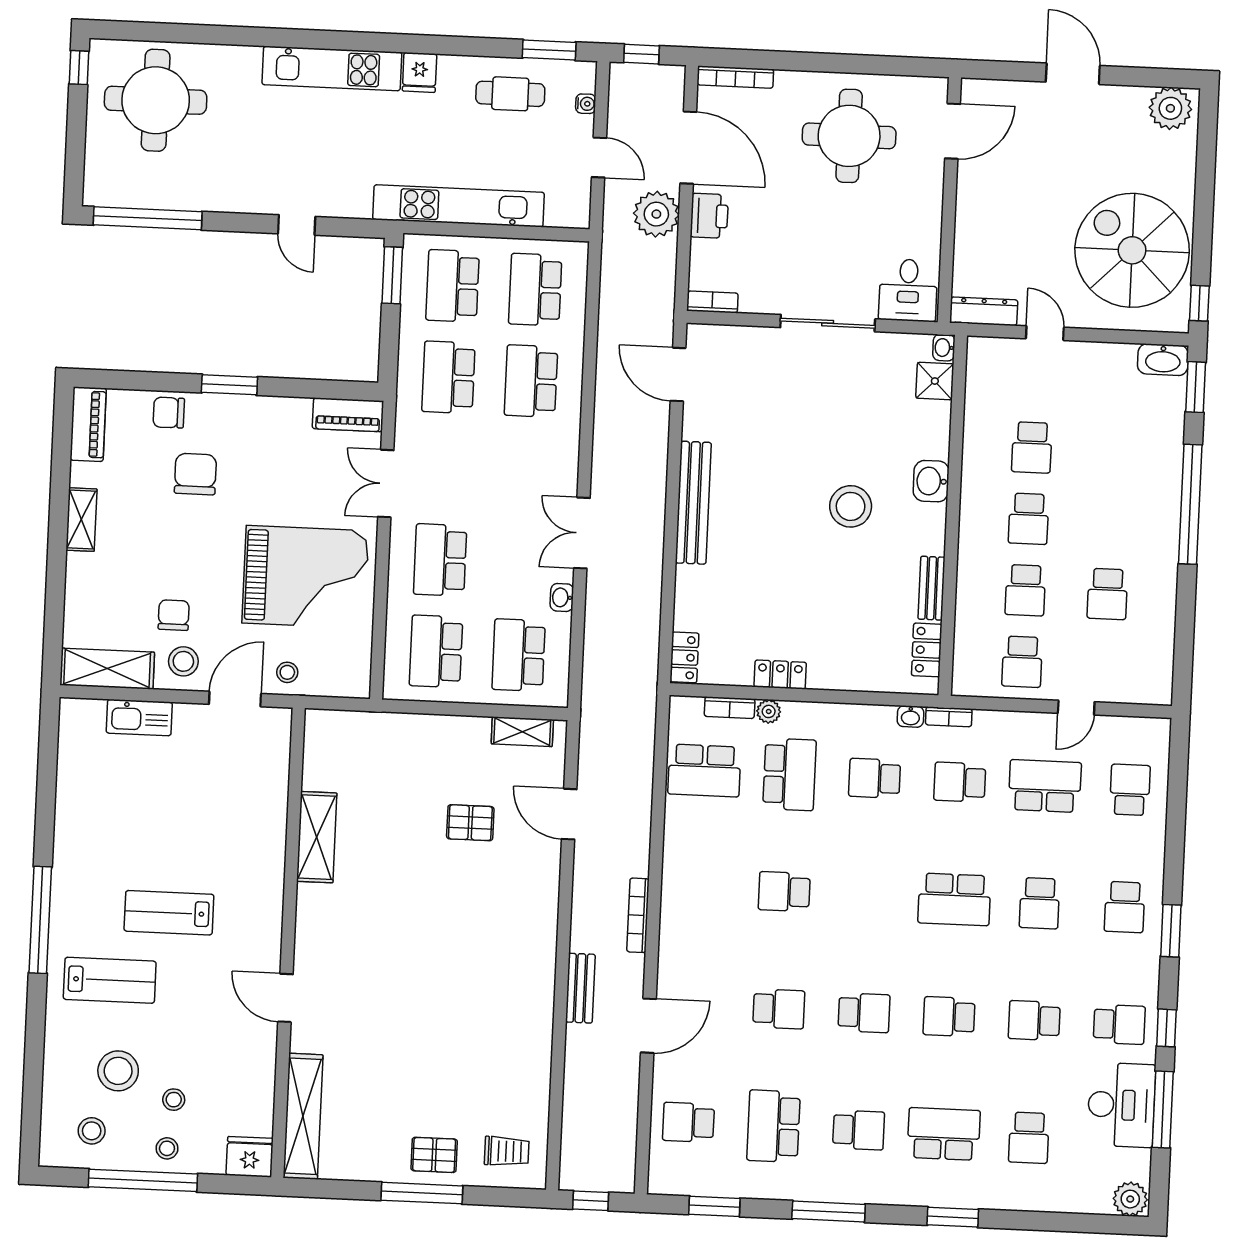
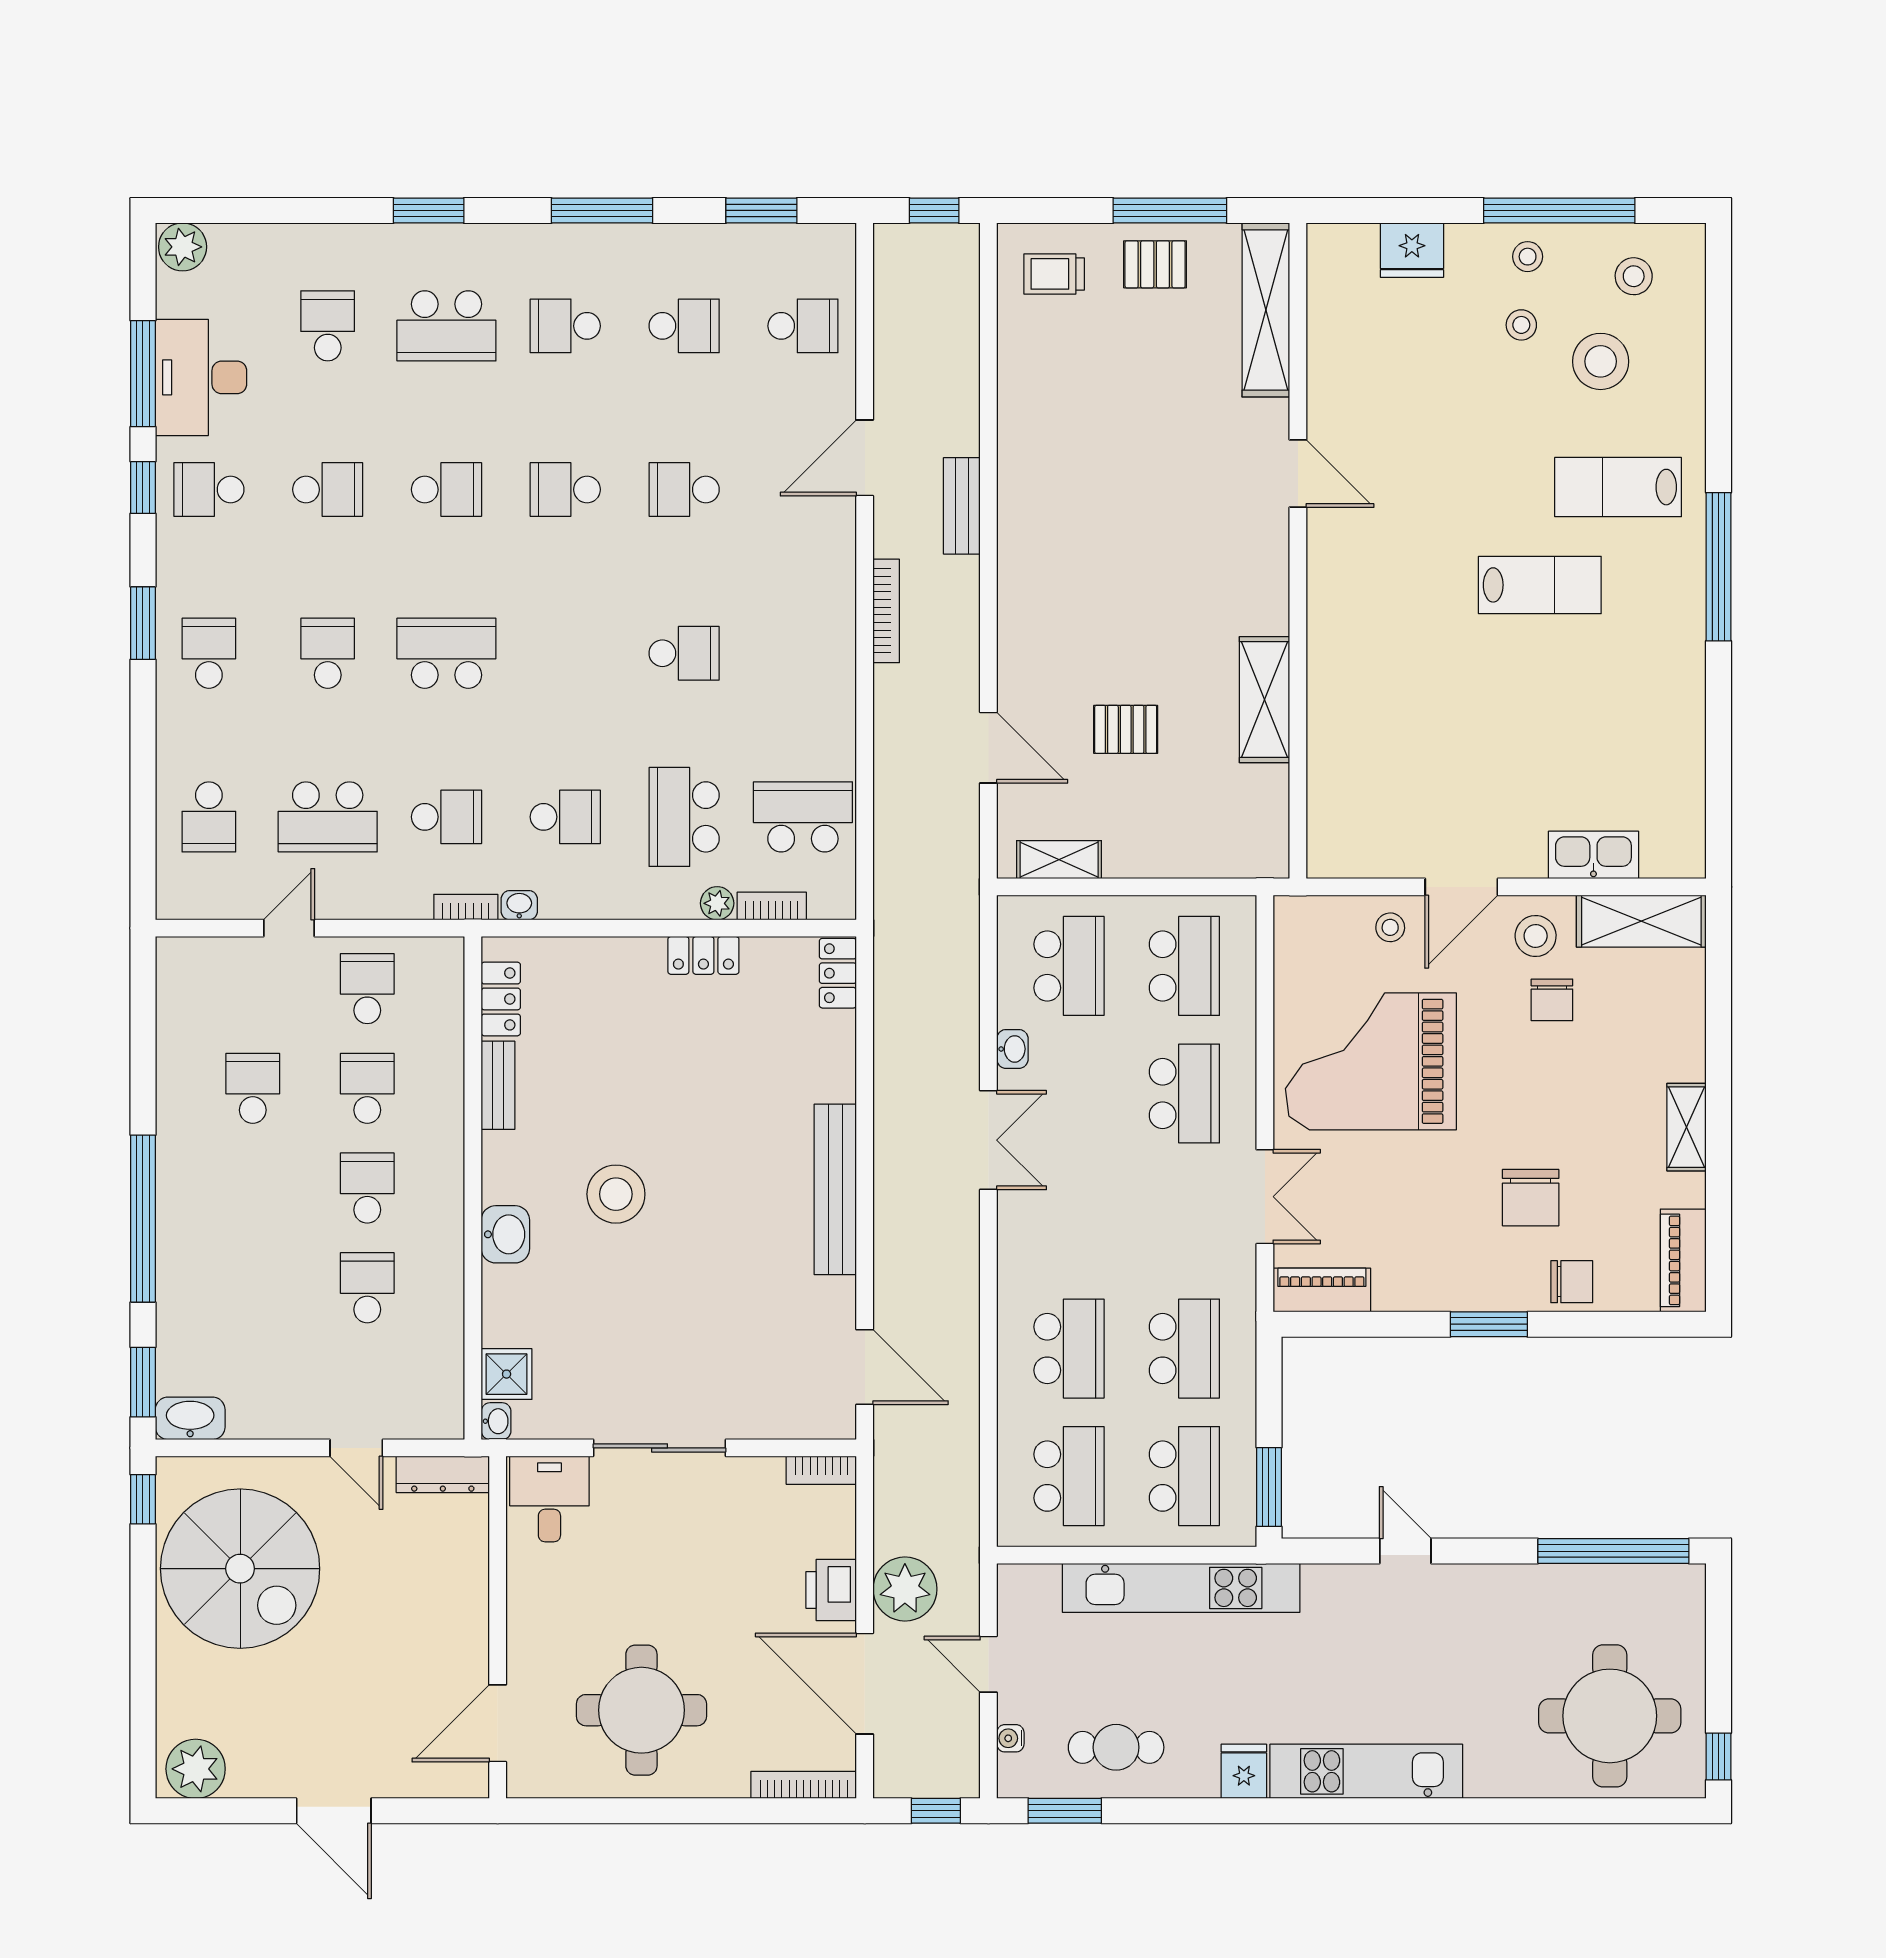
shelving: (317, 837) -> (1264, 700), moved
wall: (288, 943) -> (1298, 551), moved
door: (285, 998) -> (1298, 474), moved
shelving: (303, 1116) -> (1266, 310), moved
school desk: (774, 1126) -> (684, 326), width x0.54

